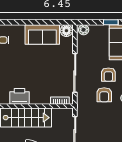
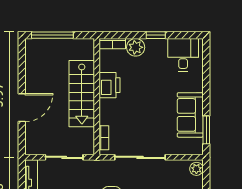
window: (54, 22) -> (206, 130), added
floor lamp: (66, 31) -> (195, 146), removed

